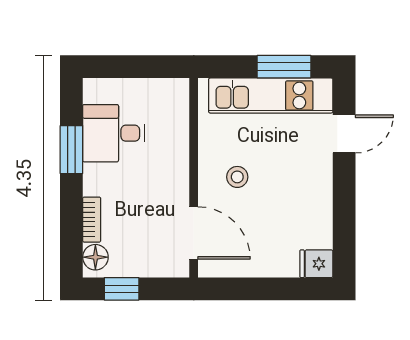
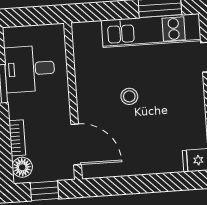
wall: (194, 178) -> (73, 101), moved
door: (194, 233) -> (76, 144), moved

